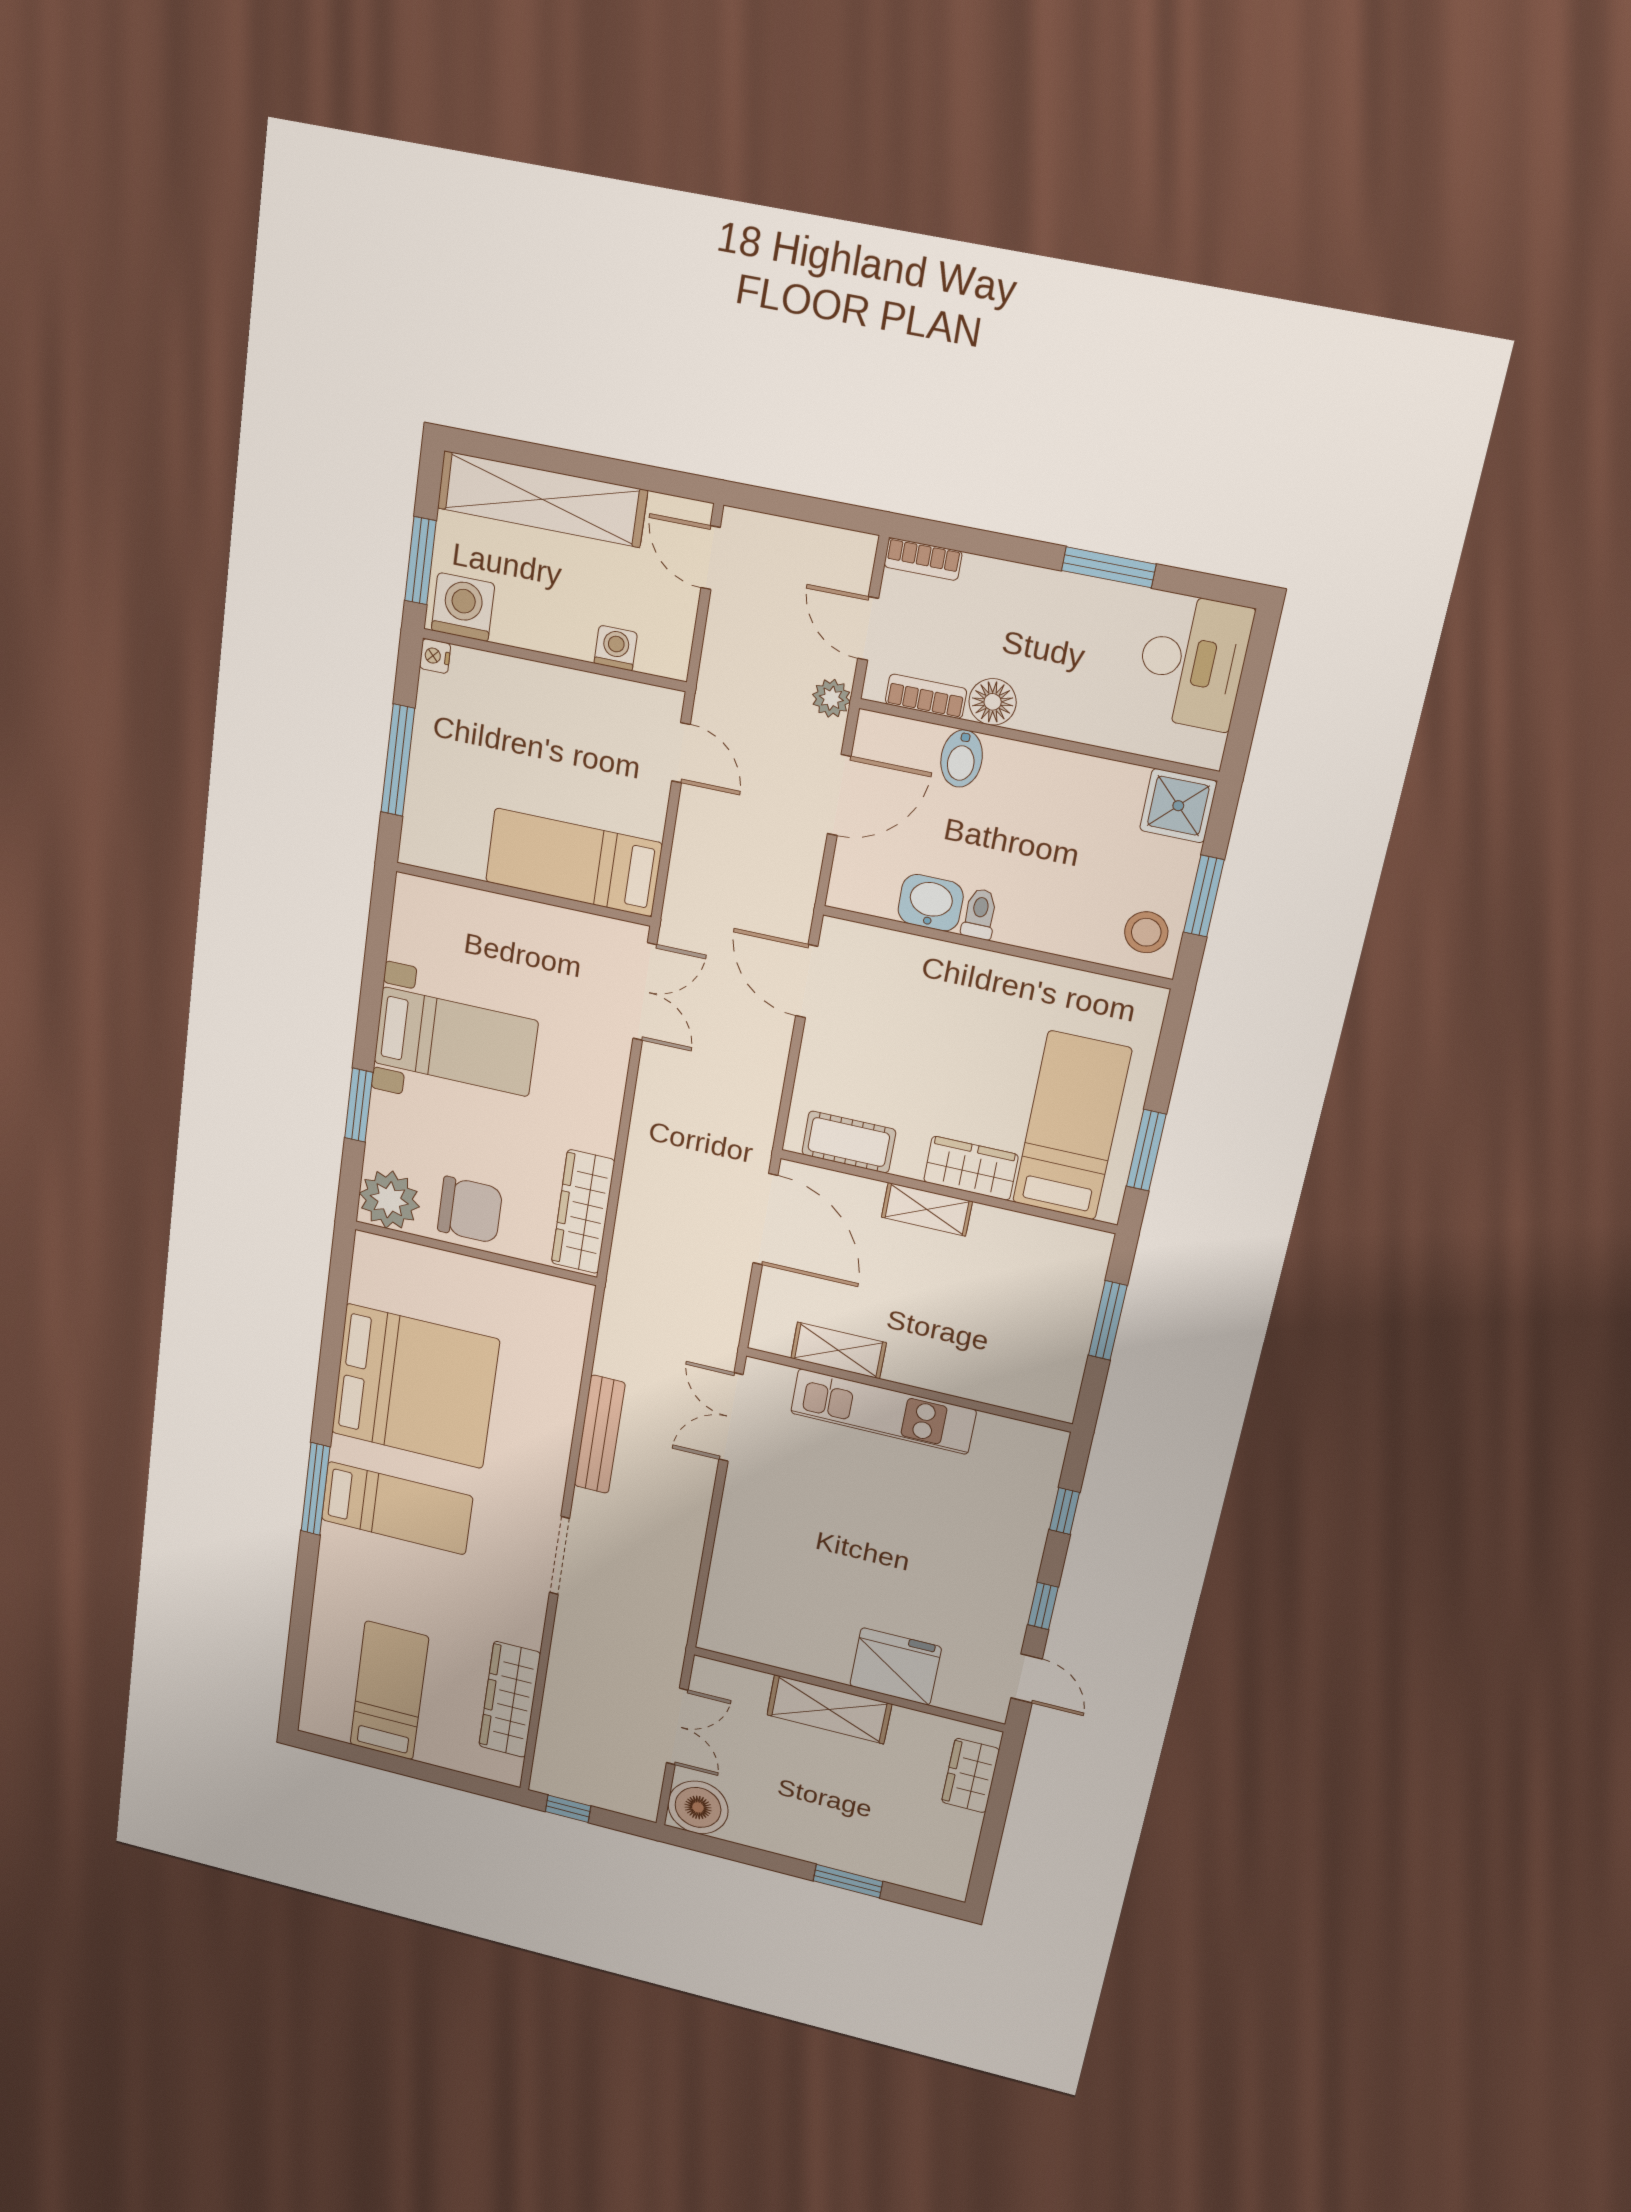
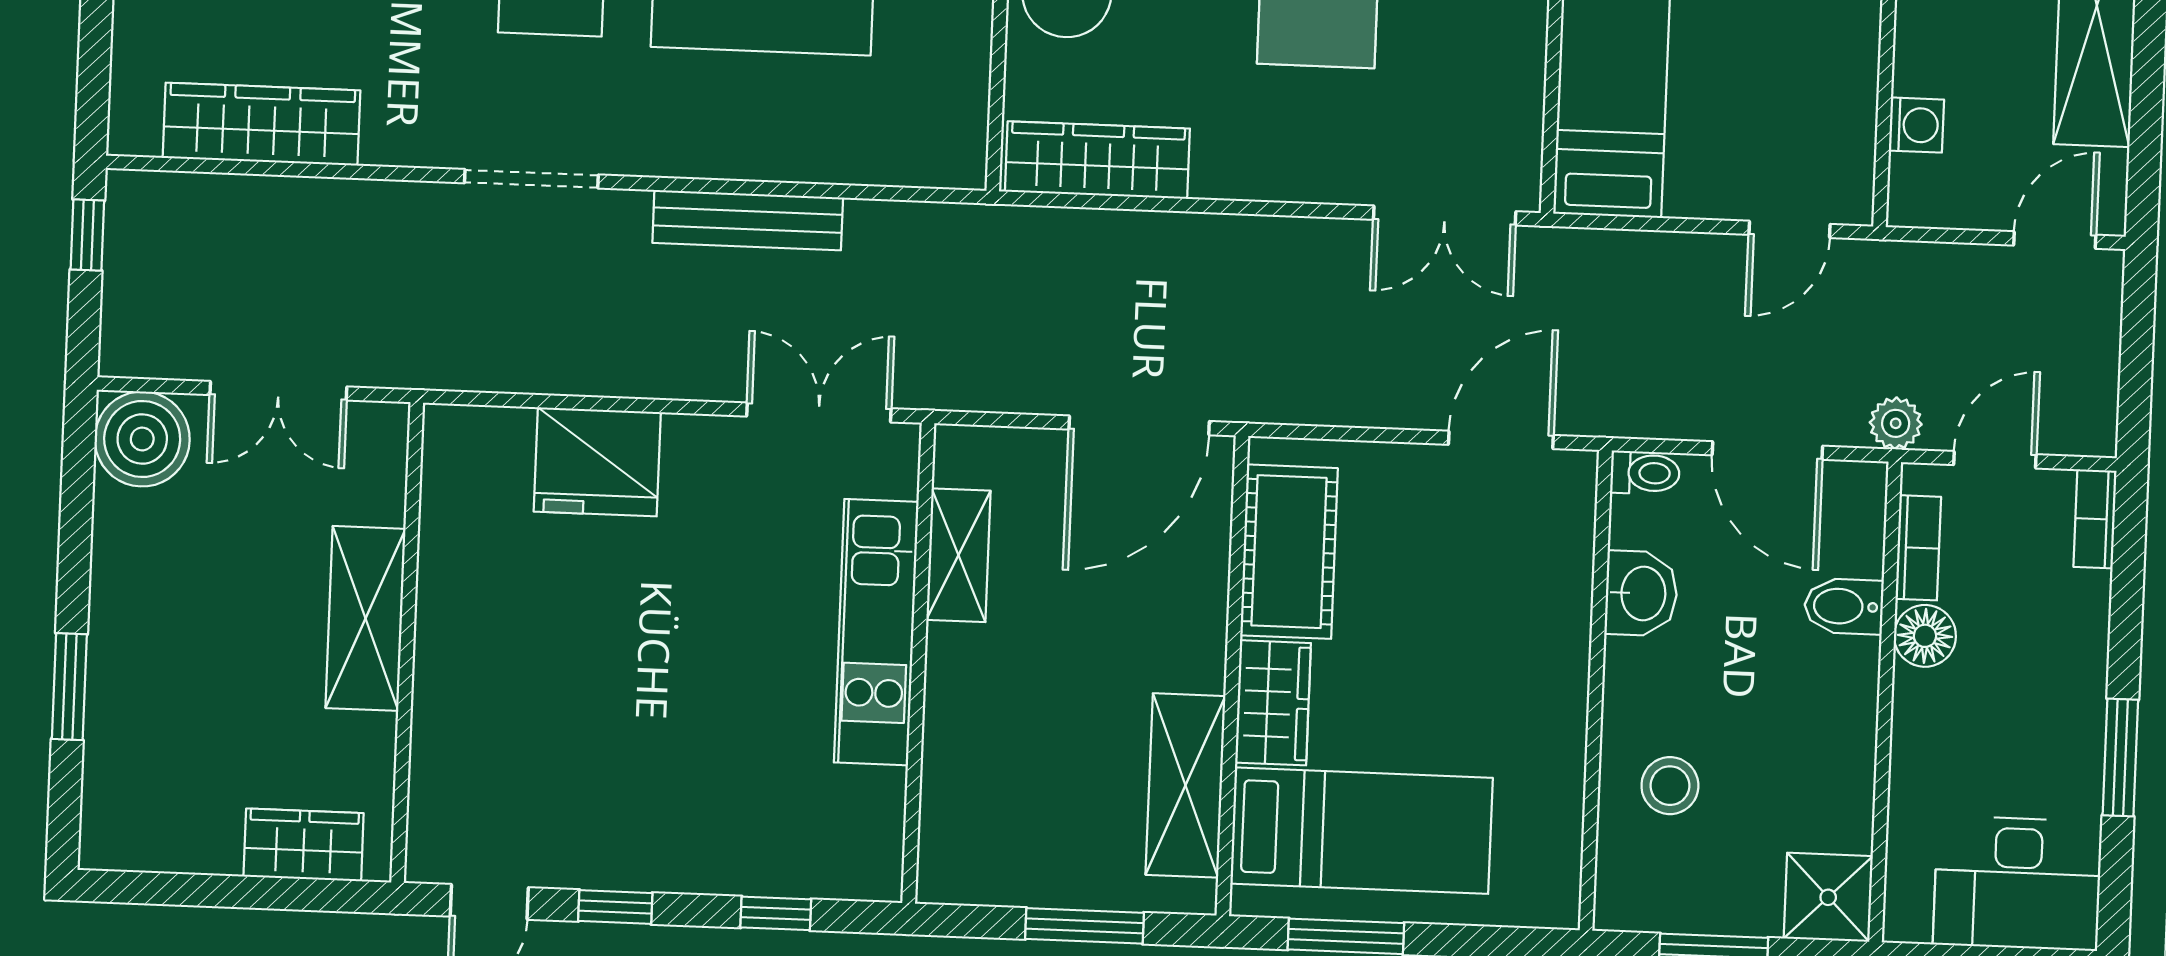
toilet: (980, 914) -> (1645, 473), moved
stool: (1146, 932) -> (1670, 786), moved
cot: (849, 1142) -> (1289, 552), width x1.37, depth x1.34
shelving: (927, 1209) -> (1185, 785), moved, width x1.50, depth x1.33
fridge: (896, 1666) -> (597, 462), moved, turned 90

